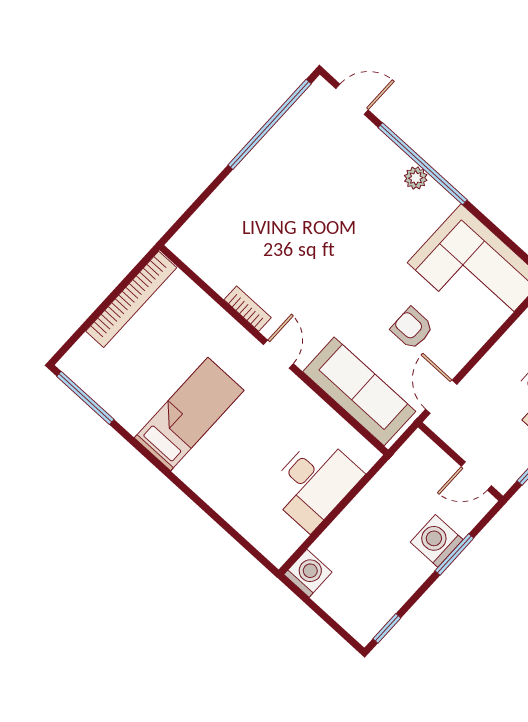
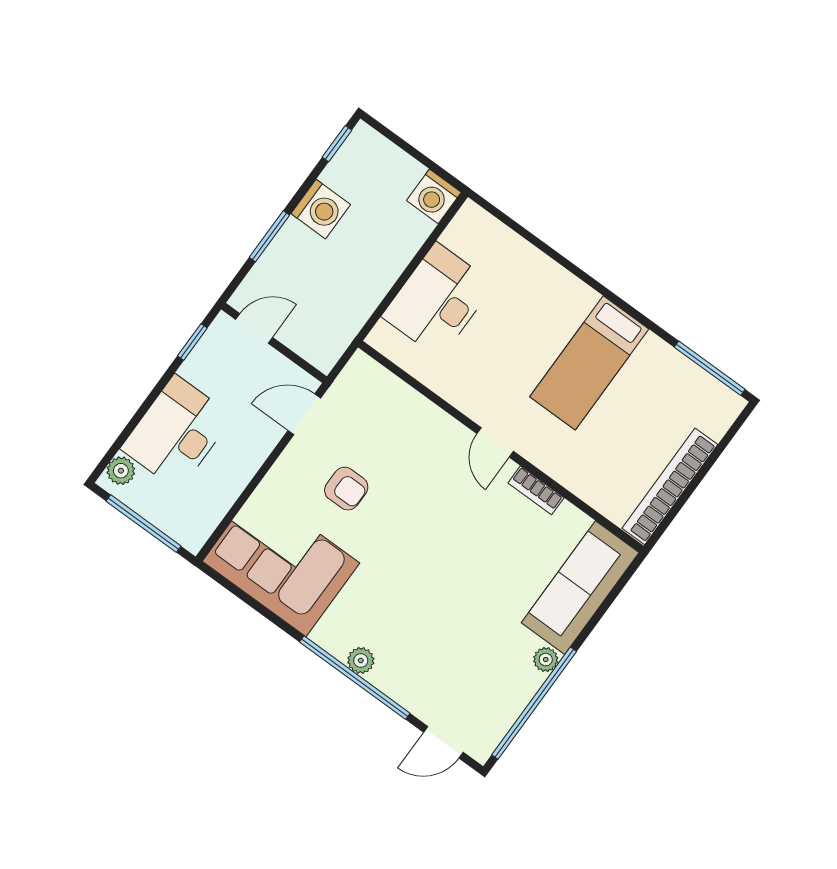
plant: (255, 161) -> (546, 660), added
sofa: (359, 391) -> (580, 588), moved, turned 90
door: (441, 397) -> (304, 414), swing flipped
washing machine: (437, 541) -> (321, 209), moved

